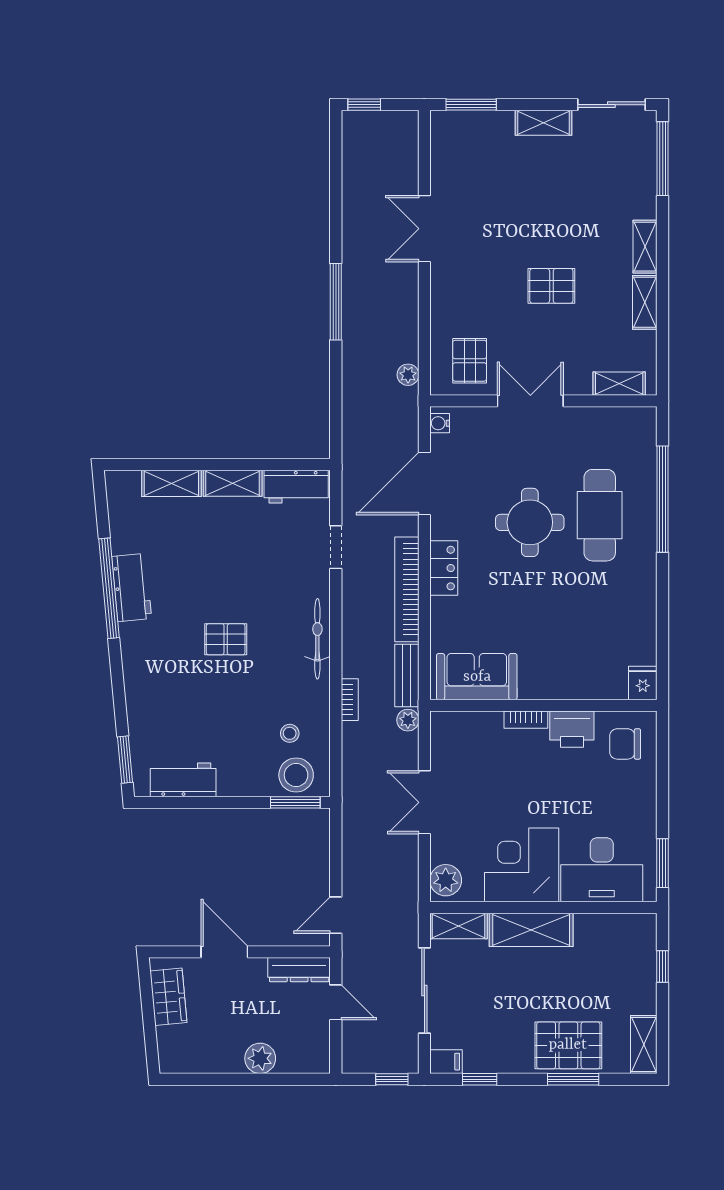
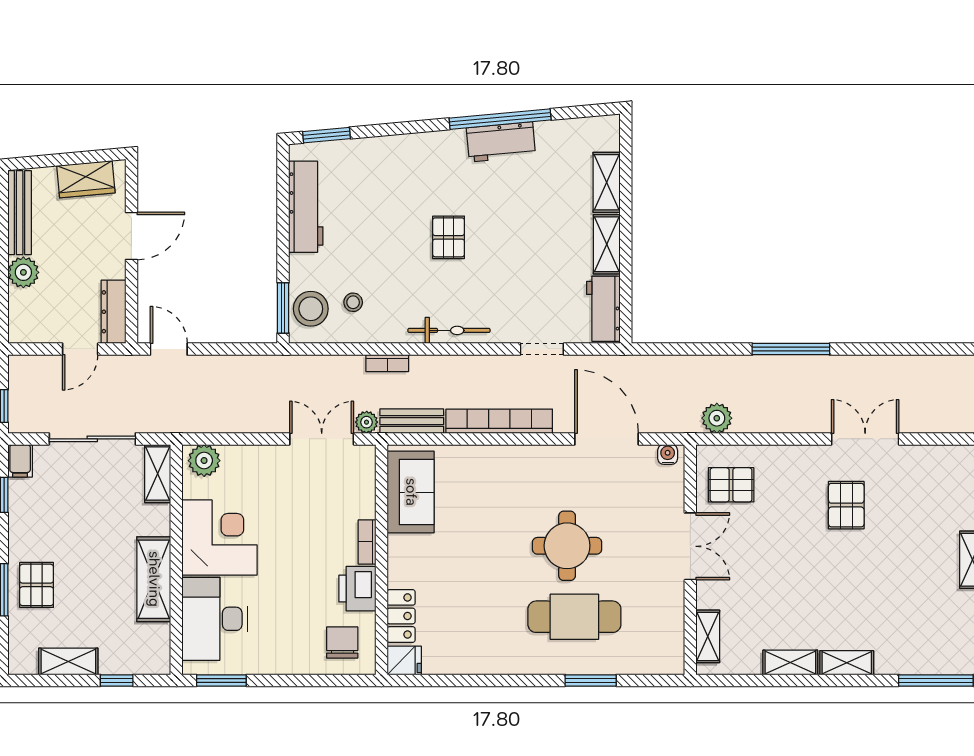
pallet: (551, 286) -> (846, 505), moved
plant: (408, 375) -> (717, 418), width x1.38, depth x1.38
window: (663, 499) -> (591, 680), width x0.47
locker: (444, 568) -> (401, 616), moved, turned -90
workbench: (183, 780) -> (306, 207), width x1.38
double door: (424, 802) -> (322, 439), moved
shelving: (531, 930) -> (154, 579), moved
shelving: (644, 1044) -> (68, 661), moved
pallet: (568, 1045) -> (37, 585), width x0.67, depth x0.71
bench: (201, 1062) -> (20, 213), added

